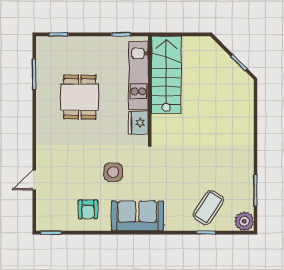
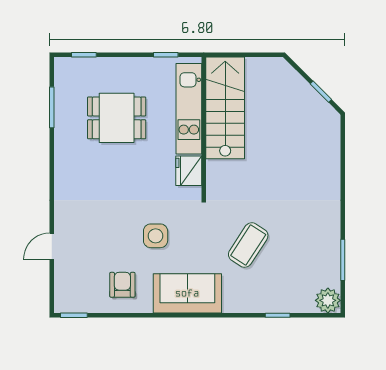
dining table: (80, 97) -> (117, 118), moved, turned 90
coffee table: (208, 208) -> (248, 245), moved
armchair: (88, 209) -> (122, 285), turned 180

